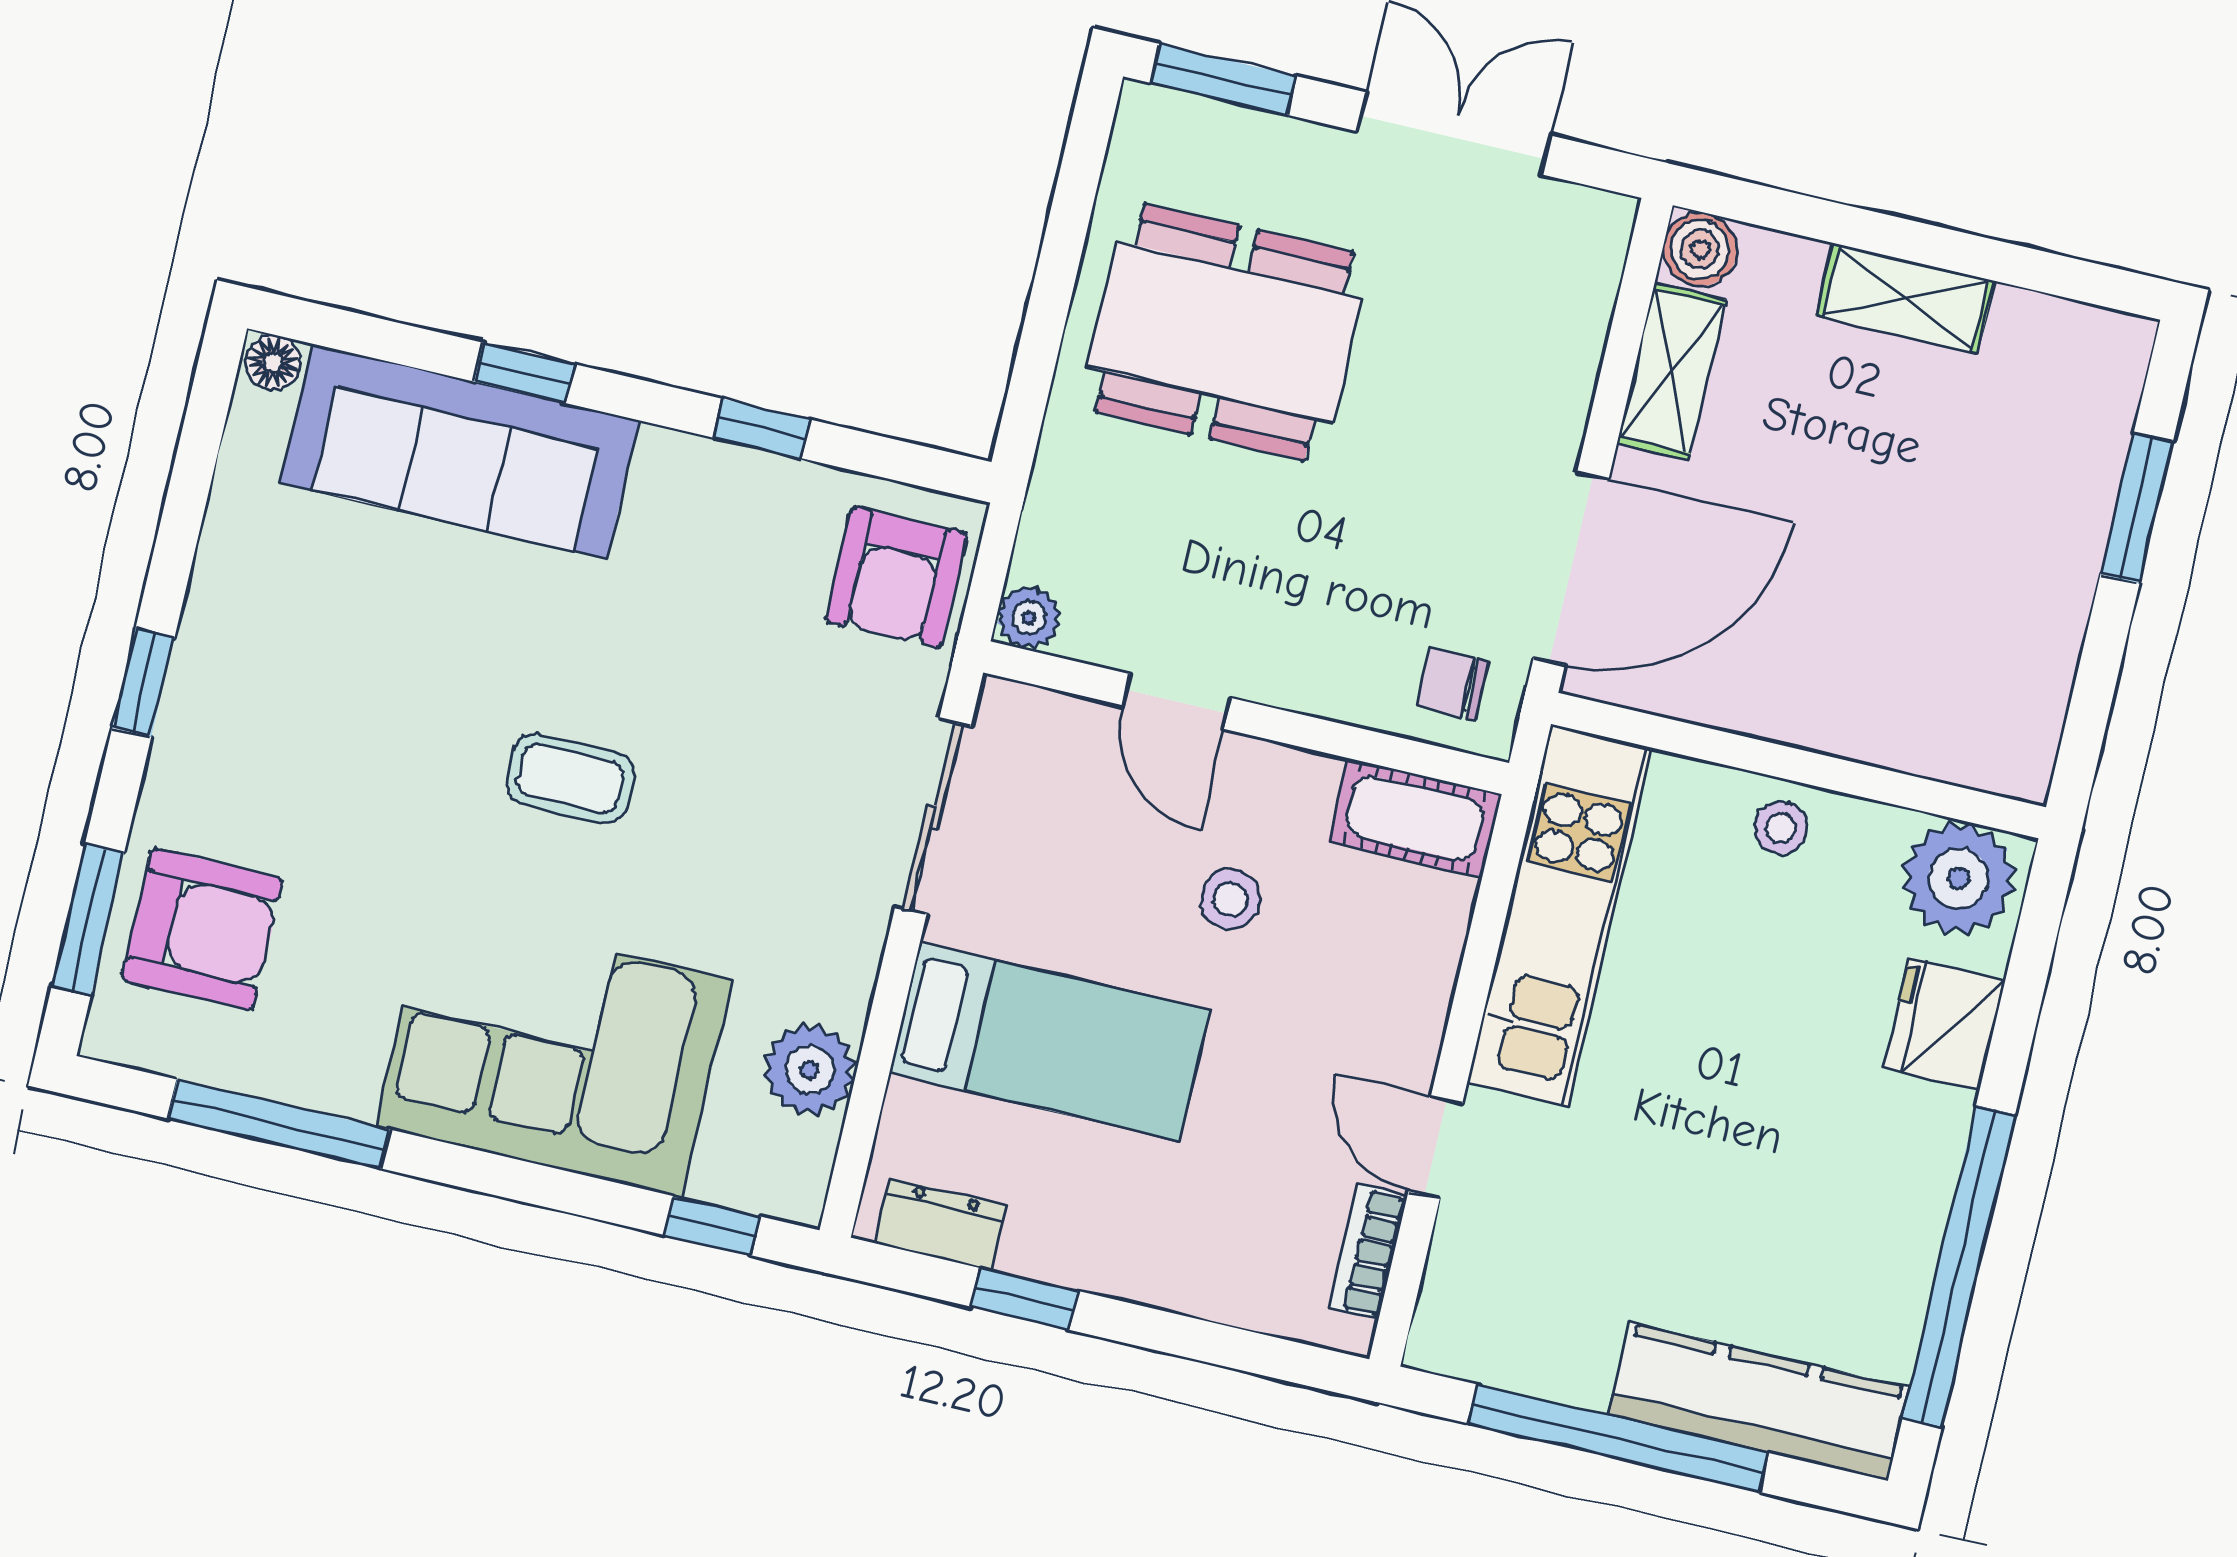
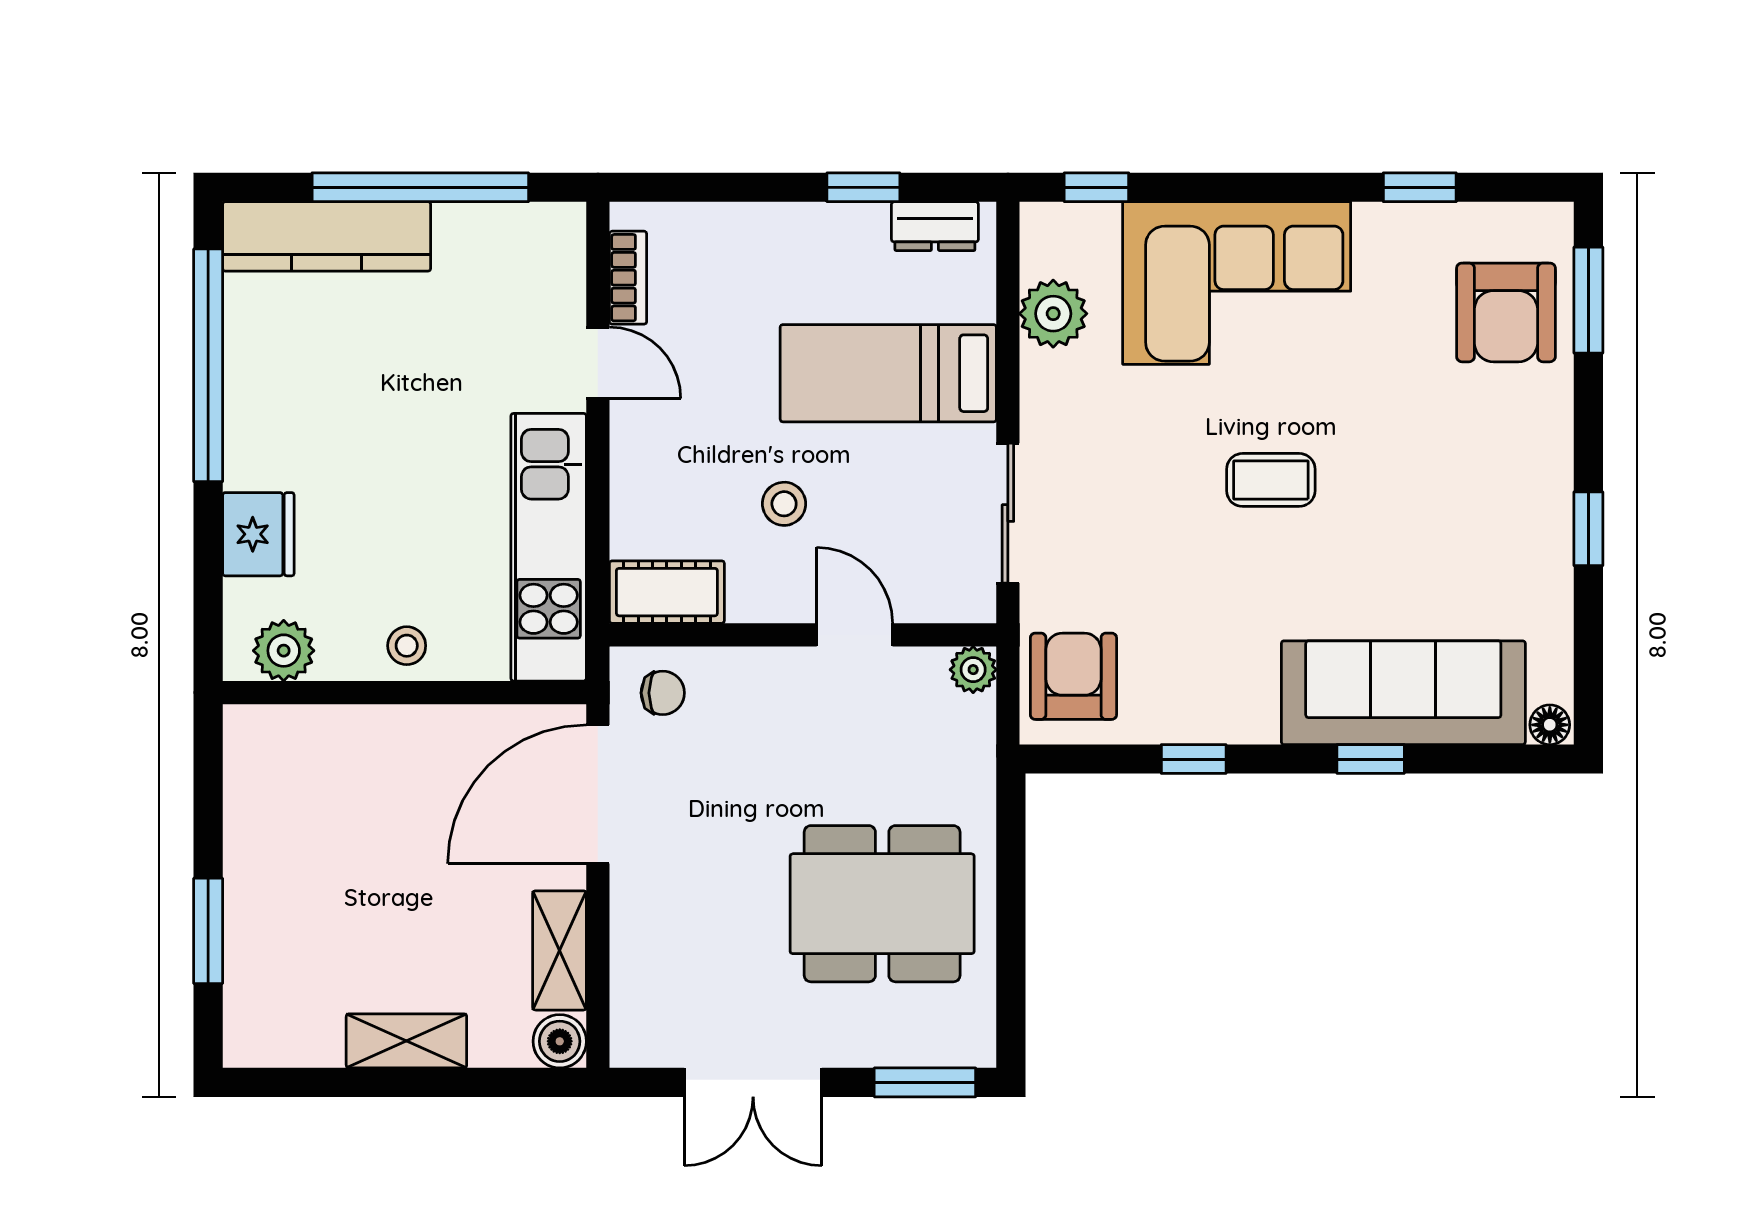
window: (143, 683) -> (1588, 529), moved
plant: (1959, 878) -> (284, 651), width x0.73, depth x0.73
armchair: (202, 929) -> (1506, 312), turned -90
window: (278, 1124) -> (1420, 187), width x0.46

